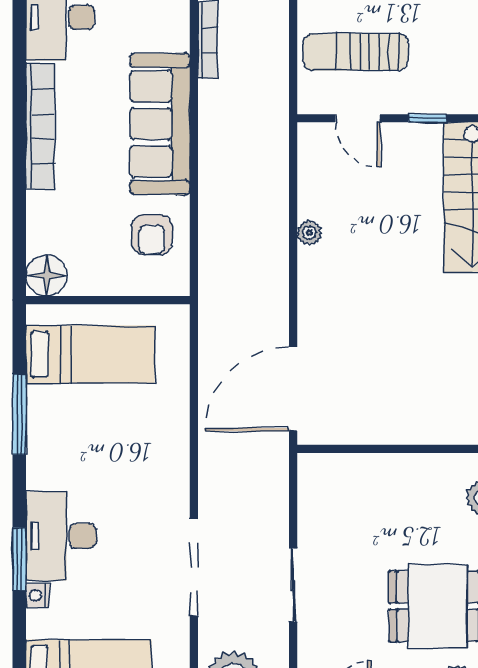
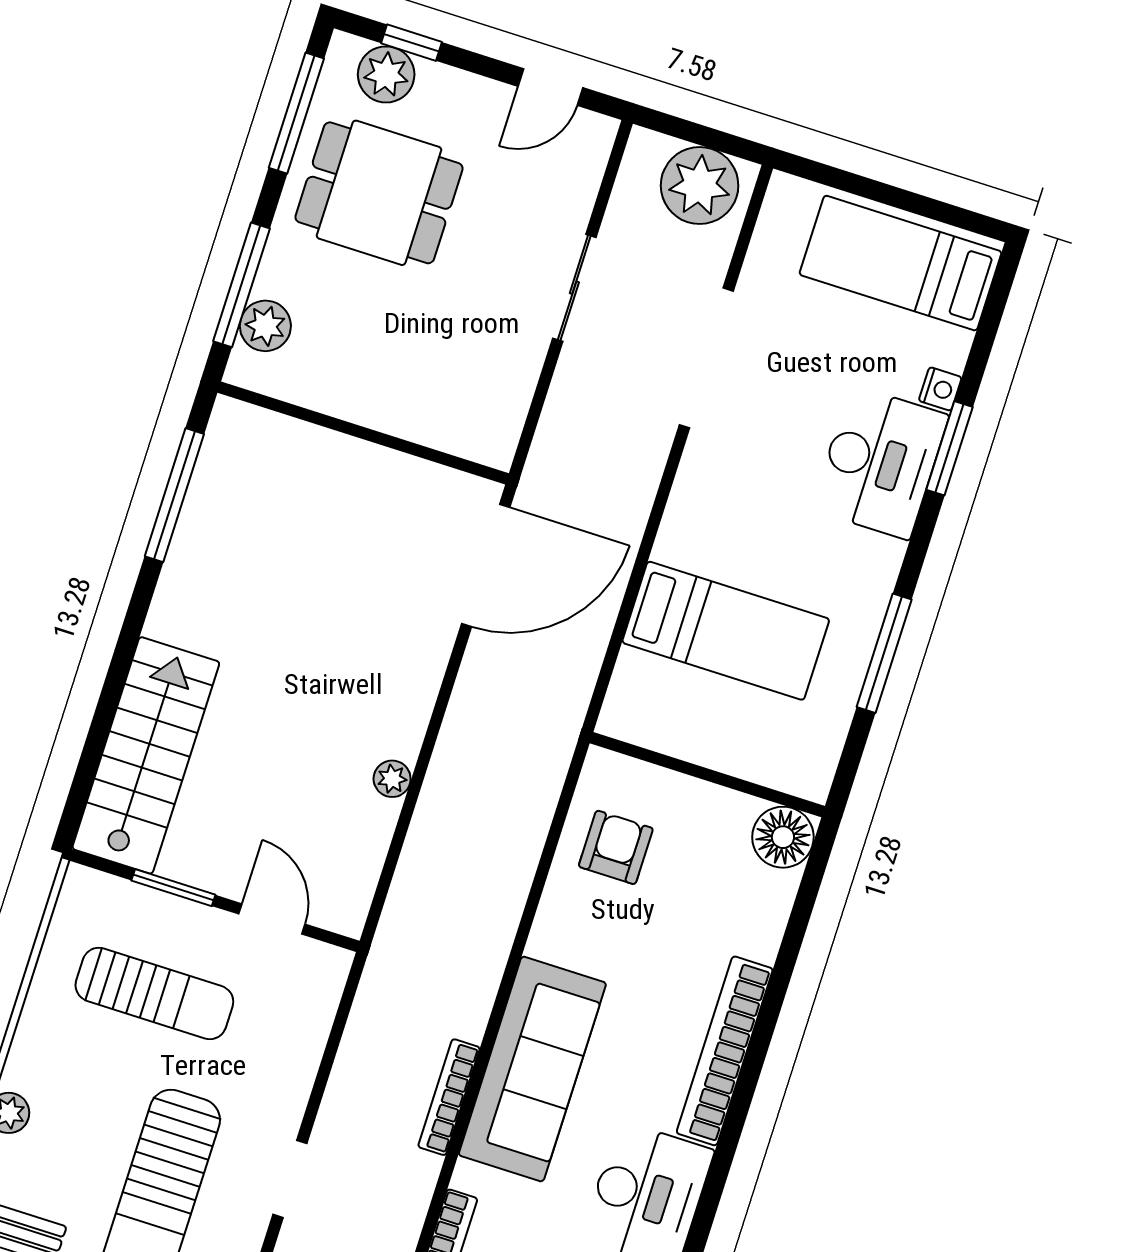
sun lounger: (355, 52) -> (154, 993), moved
window: (428, 118) -> (173, 888), width x1.50
sofa: (160, 124) -> (532, 1069), moved
bed: (90, 354) -> (726, 631), moved, turned 180

